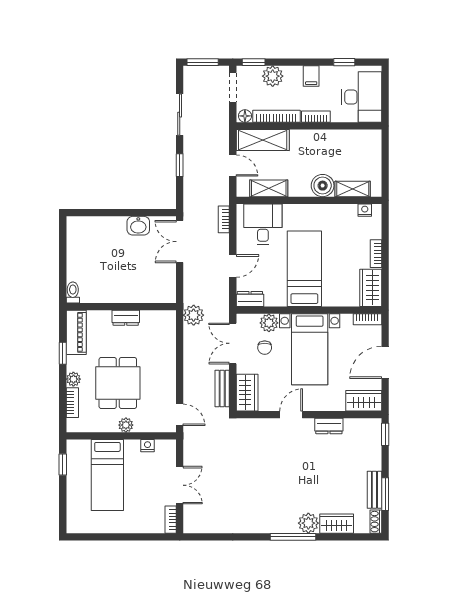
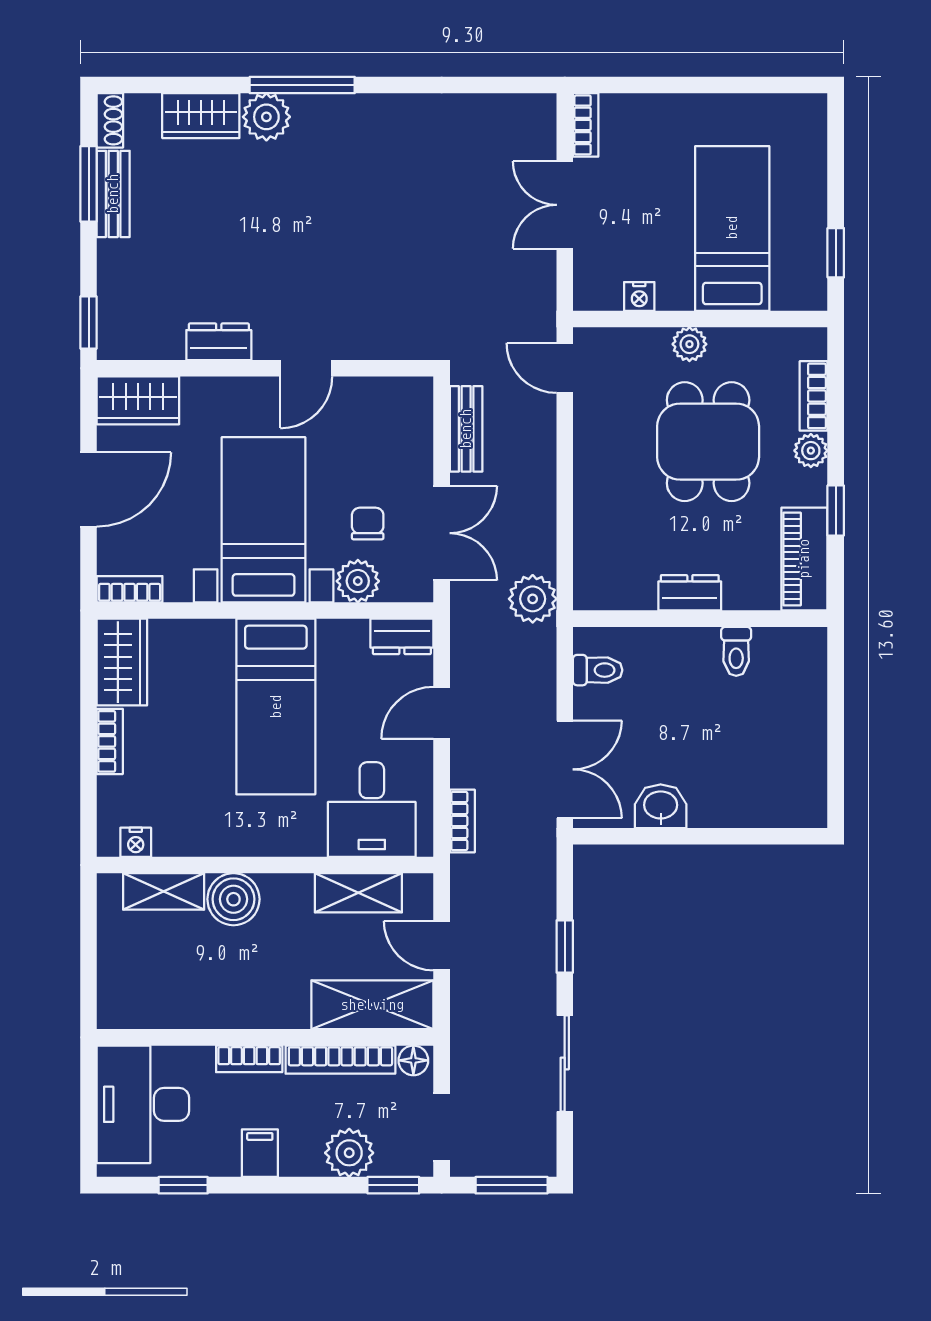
toilet: (165, 284) -> (598, 670), added
toilet: (73, 292) -> (736, 651), moved
wardrobe: (247, 393) -> (408, 419), removed

